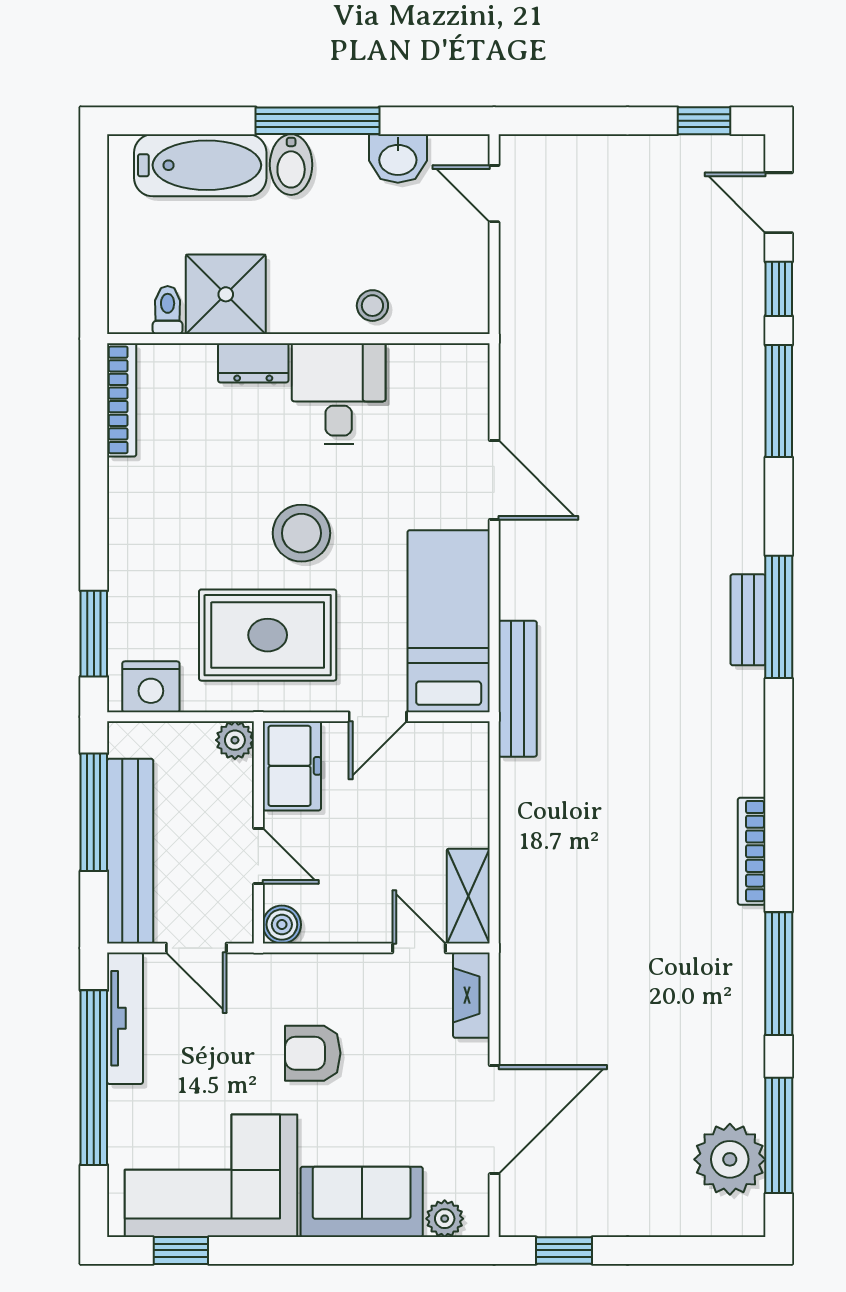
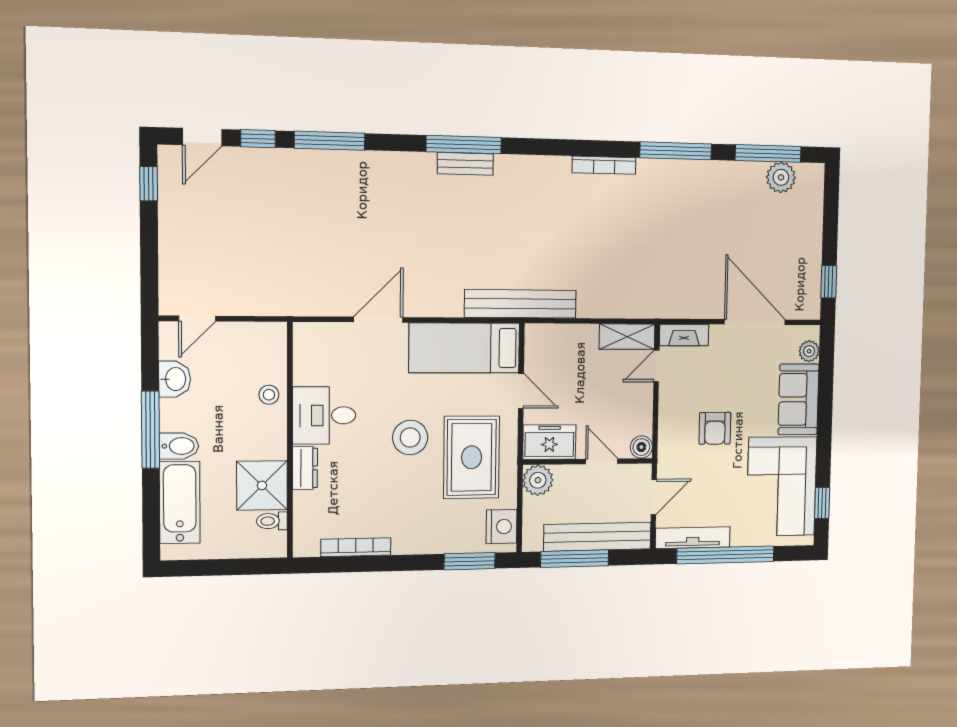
bookcase: (122, 400) -> (356, 547), moved
bench: (518, 689) -> (520, 304), width x1.37, depth x1.21
plant: (235, 740) -> (538, 480), width x1.38, depth x1.38
door: (258, 856) -> (602, 461), hinge flipped
plant: (730, 1159) -> (781, 177), width x0.73, depth x0.73

